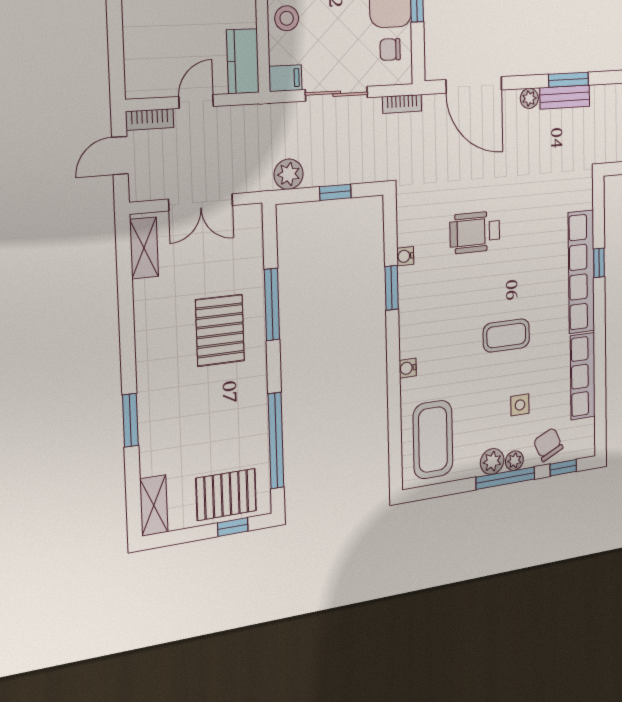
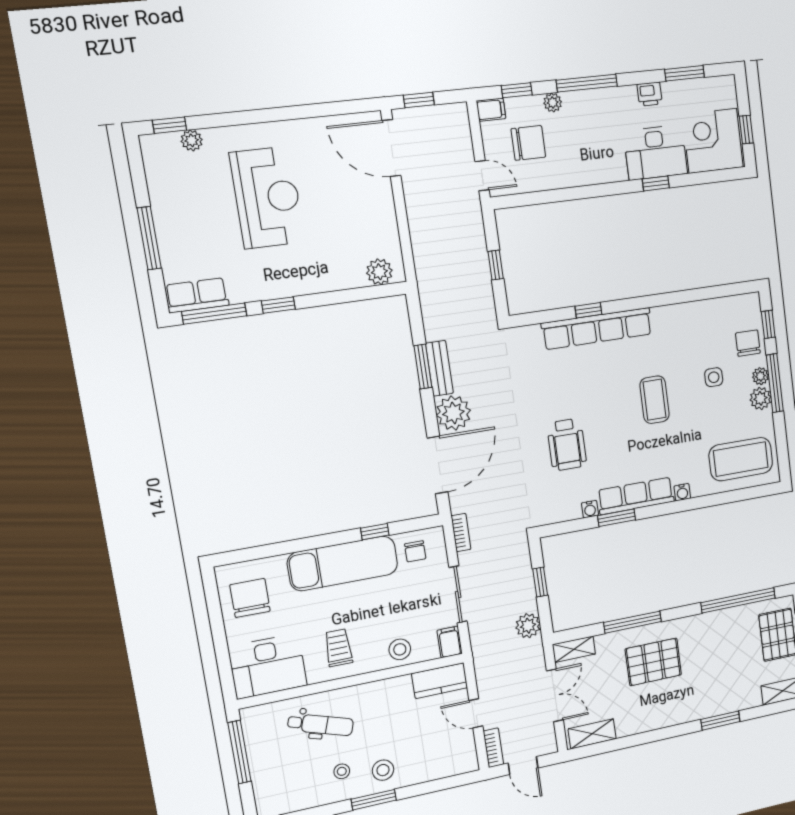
plant: (529, 98) -> (453, 413), width x1.87, depth x1.87
shelving: (252, 229) -> (574, 649), added
row of seats: (583, 376) -> (636, 496), moved, turned 180
chair: (548, 445) -> (748, 343), turned 115

